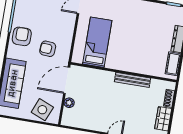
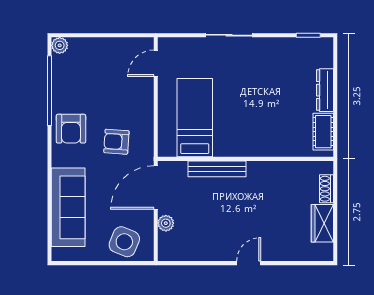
armchair: (22, 36) -> (71, 129), turned 180
bench: (132, 80) -> (217, 169), moved

